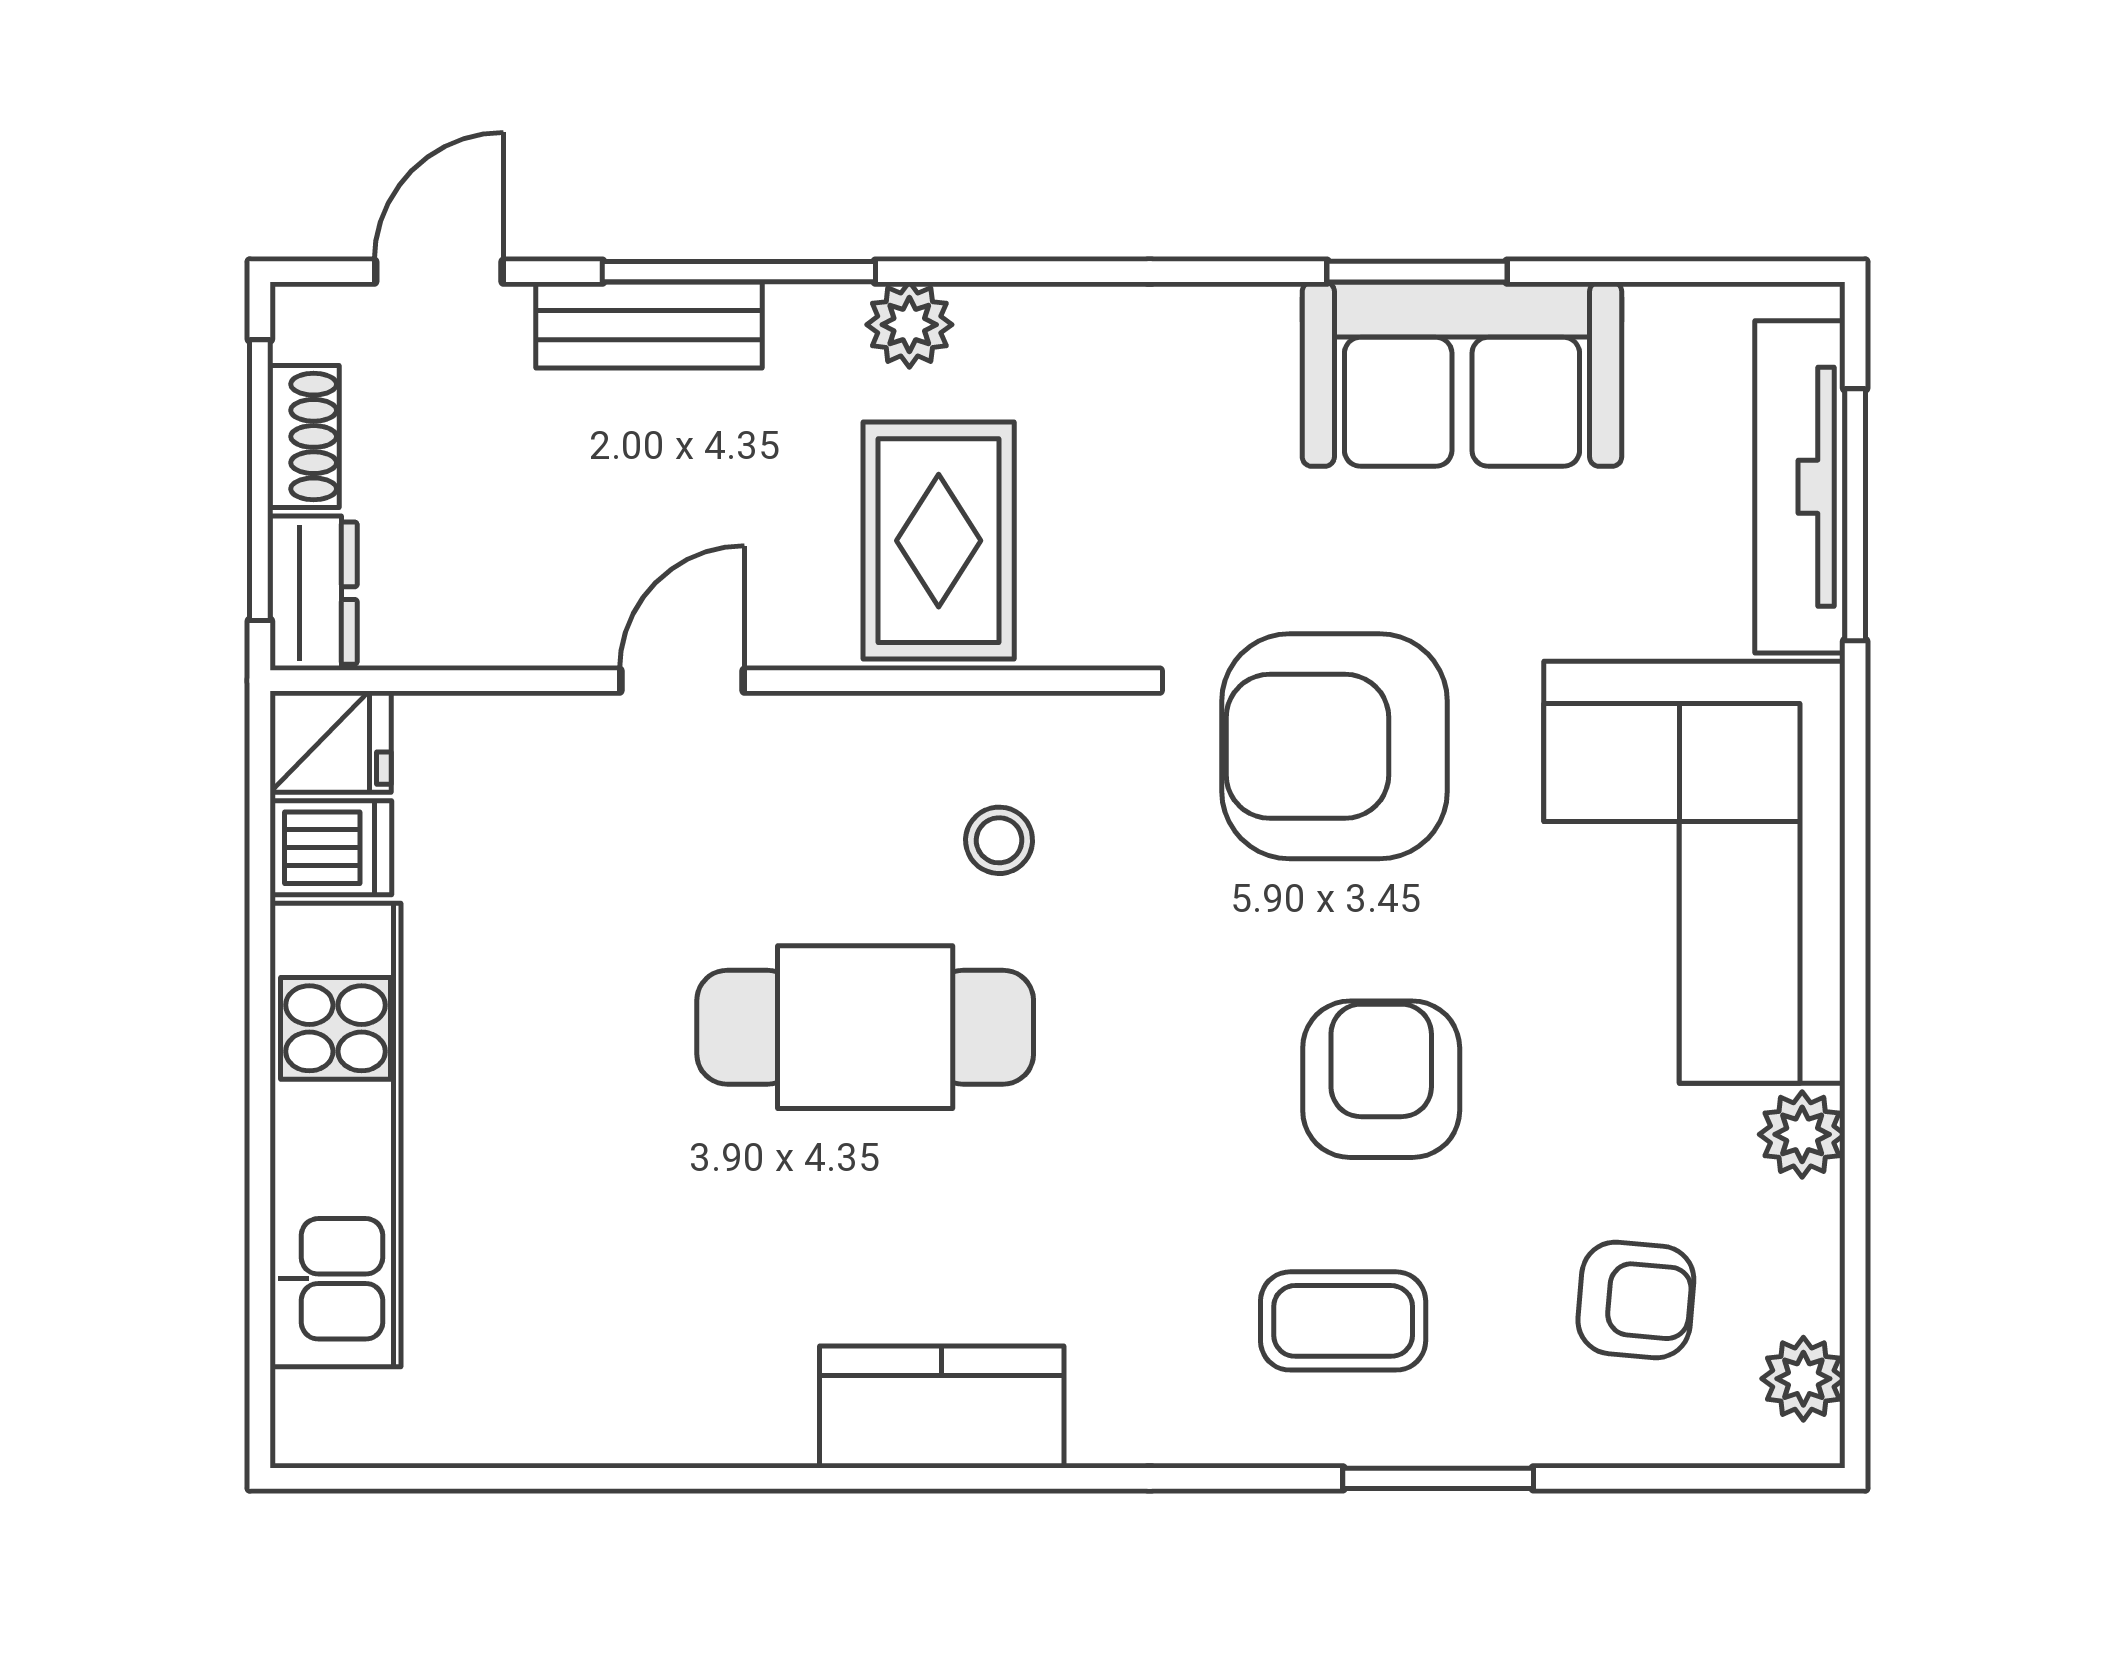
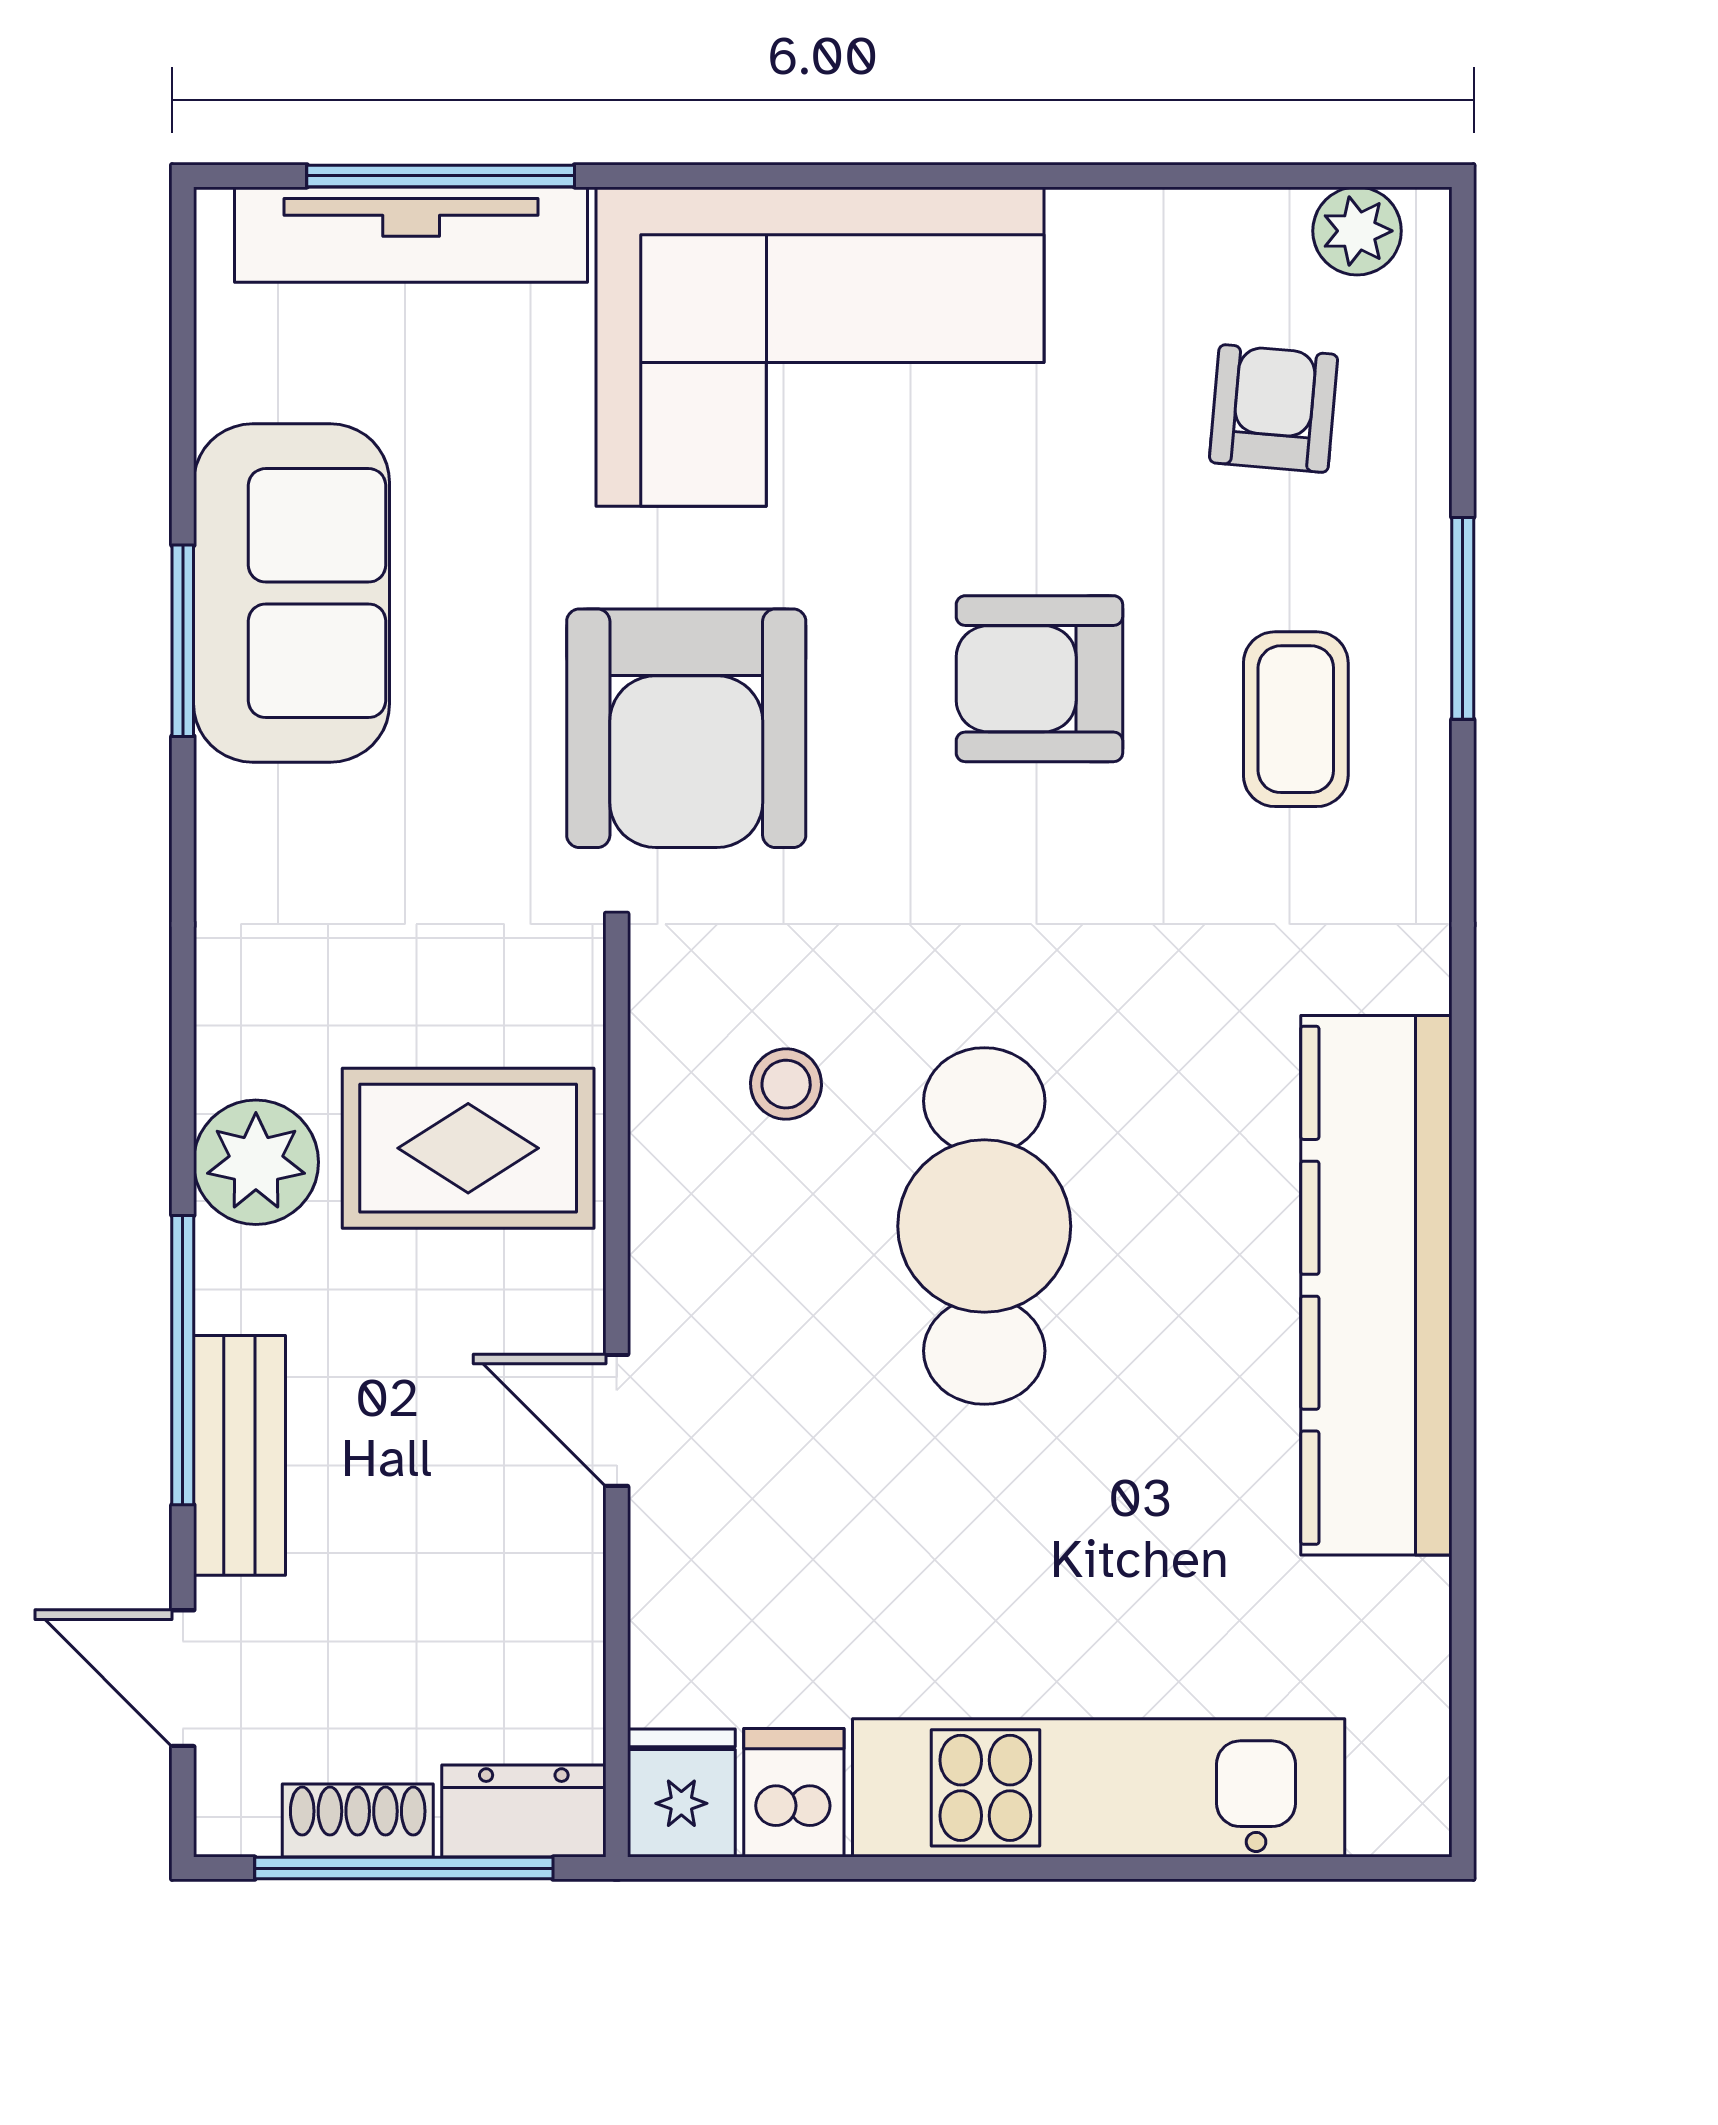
plant: (909, 325) -> (256, 1162), width x1.38, depth x1.38
plant: (1802, 1134) -> (1098, 232), removed
kitchen counter: (942, 1407) -> (1376, 1285), width x2.08, depth x1.17

